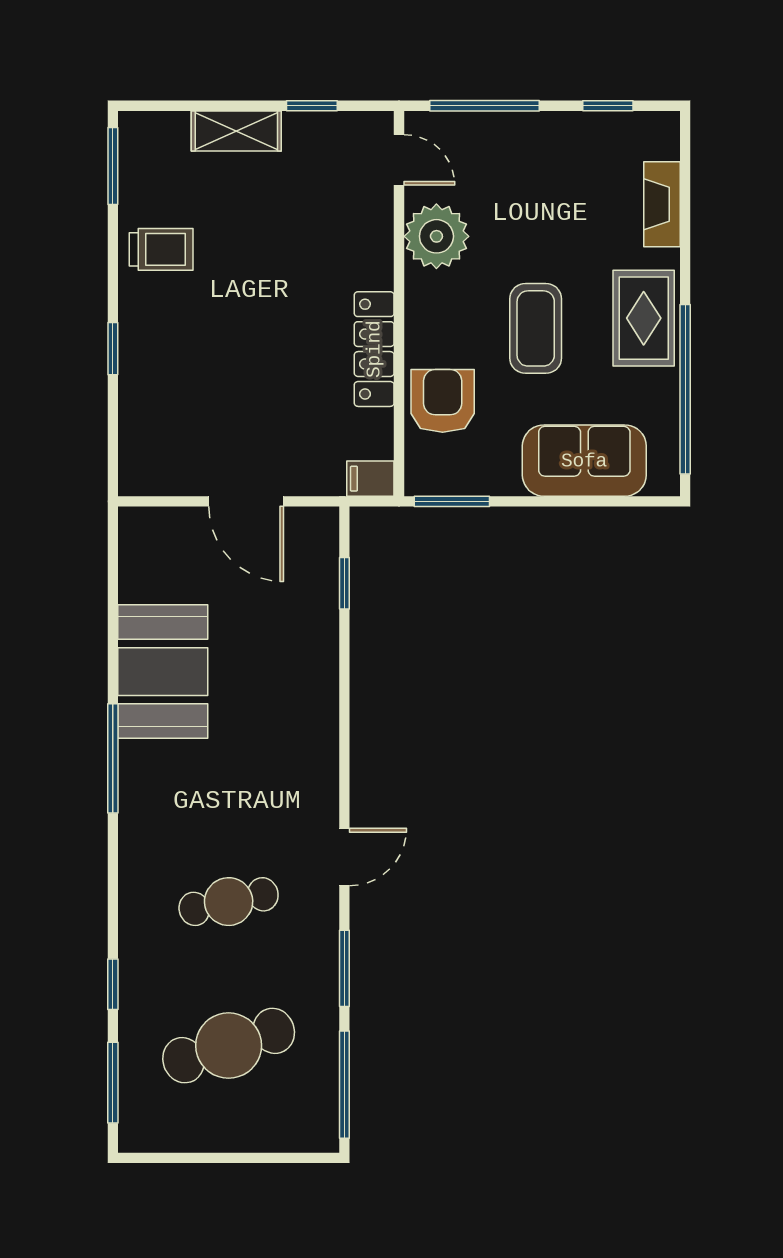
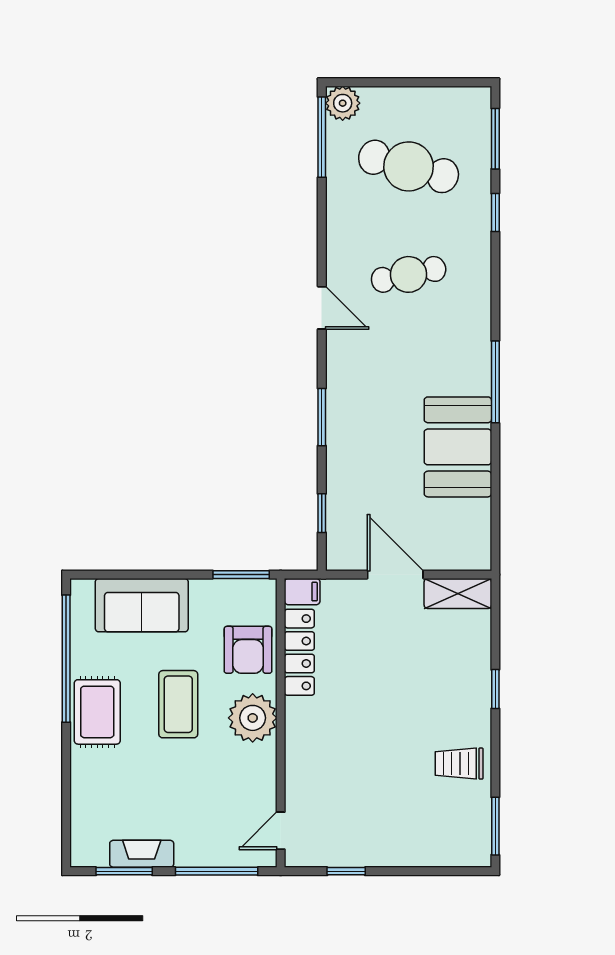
window: (608, 106) -> (124, 871), width x1.50
shelving: (236, 131) -> (458, 593), moved
door: (399, 160) -> (281, 831), hinge flipped
fireplace: (662, 204) -> (142, 854), moved, turned -90
plant: (436, 236) -> (253, 718), moved
locker: (374, 349) -> (299, 652), moved
door: (344, 857) -> (322, 308), swing flipped
window: (344, 968) -> (322, 417), moved
cafe table: (229, 1046) -> (409, 166), turned 33
plant: (316, 1130) -> (343, 103), added

